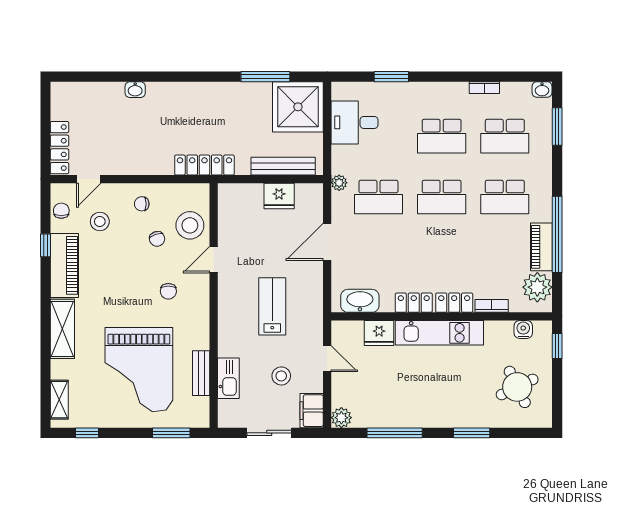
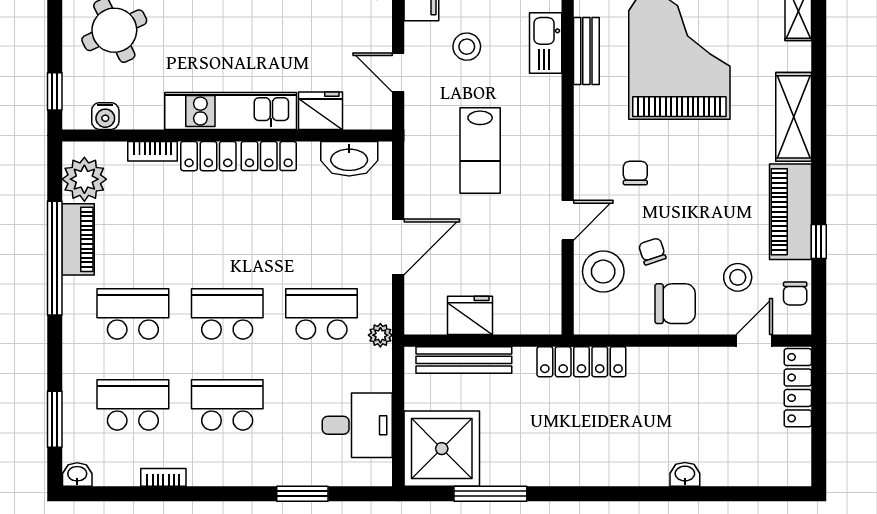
chair: (142, 204) -> (675, 304), width x1.87, depth x1.87

